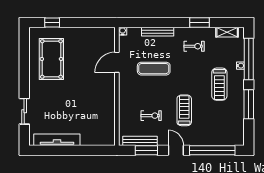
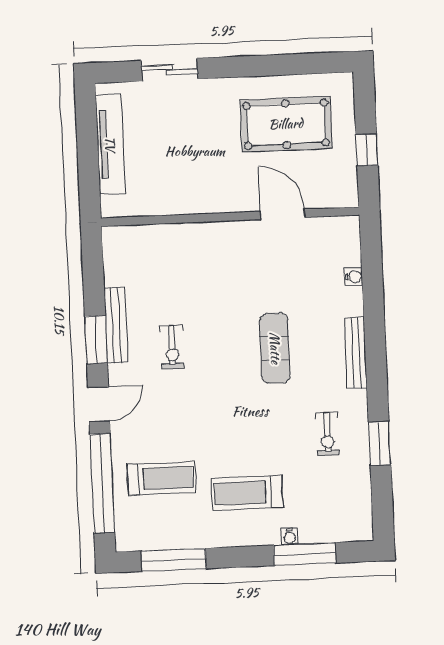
window: (52, 23) -> (367, 150), moved
shelving: (227, 32) -> (361, 505), removed
window: (249, 59) -> (305, 554), width x0.68
door: (117, 62) -> (283, 214), moved
wall: (117, 86) -> (230, 217), moved
window: (249, 104) -> (174, 560), moved
treadmill: (184, 110) -> (162, 478), moved

